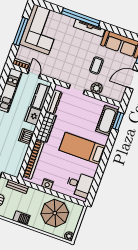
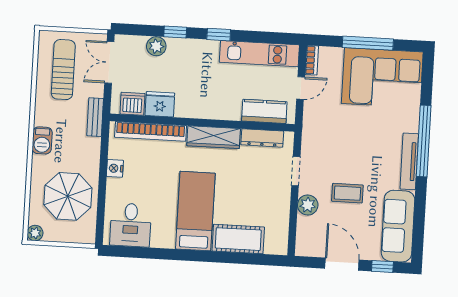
fridge: (33, 116) -> (160, 104), moved
cot: (107, 120) -> (238, 239), moved
window: (118, 121) -> (262, 259), removed
dishwasher: (26, 136) -> (132, 104), moved

